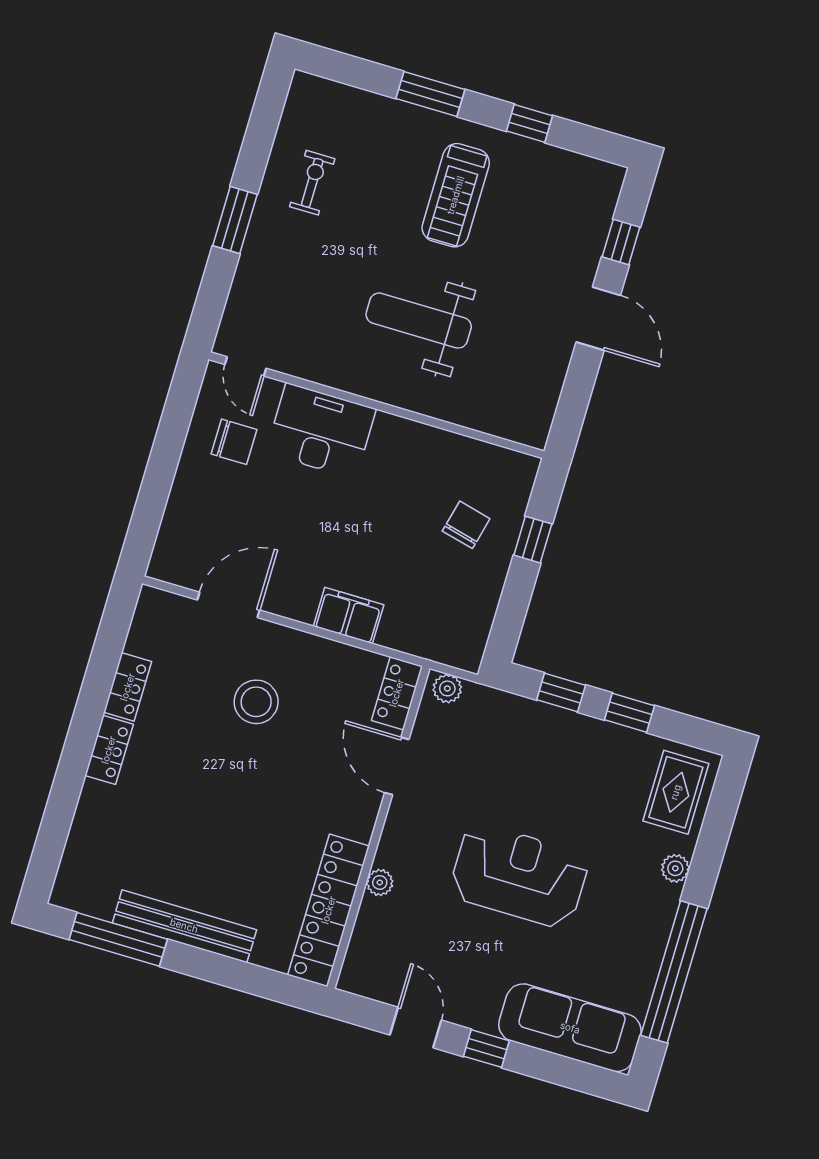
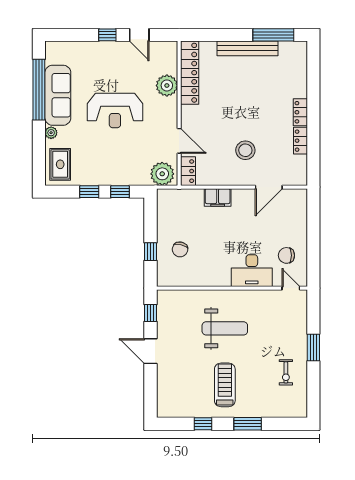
window: (621, 242) -> (151, 313), moved
plant: (447, 688) -> (162, 174), width x1.88, depth x1.88
plant: (380, 882) -> (167, 85), width x1.87, depth x1.87
sofa: (570, 1028) -> (58, 95), moved, turned -90

